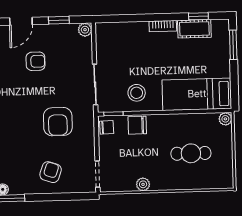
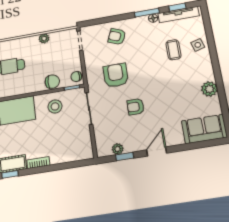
plant: (85, 30) -> (118, 149), moved
armchair: (36, 61) -> (136, 107), moved
armchair: (51, 172) -> (117, 37), turned 94

